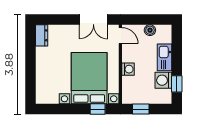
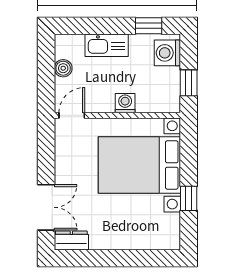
double door: (93, 19) -> (46, 207), moved
washing machine: (163, 80) -> (167, 53), moved, turned 90
window: (98, 109) -> (189, 198), moved

